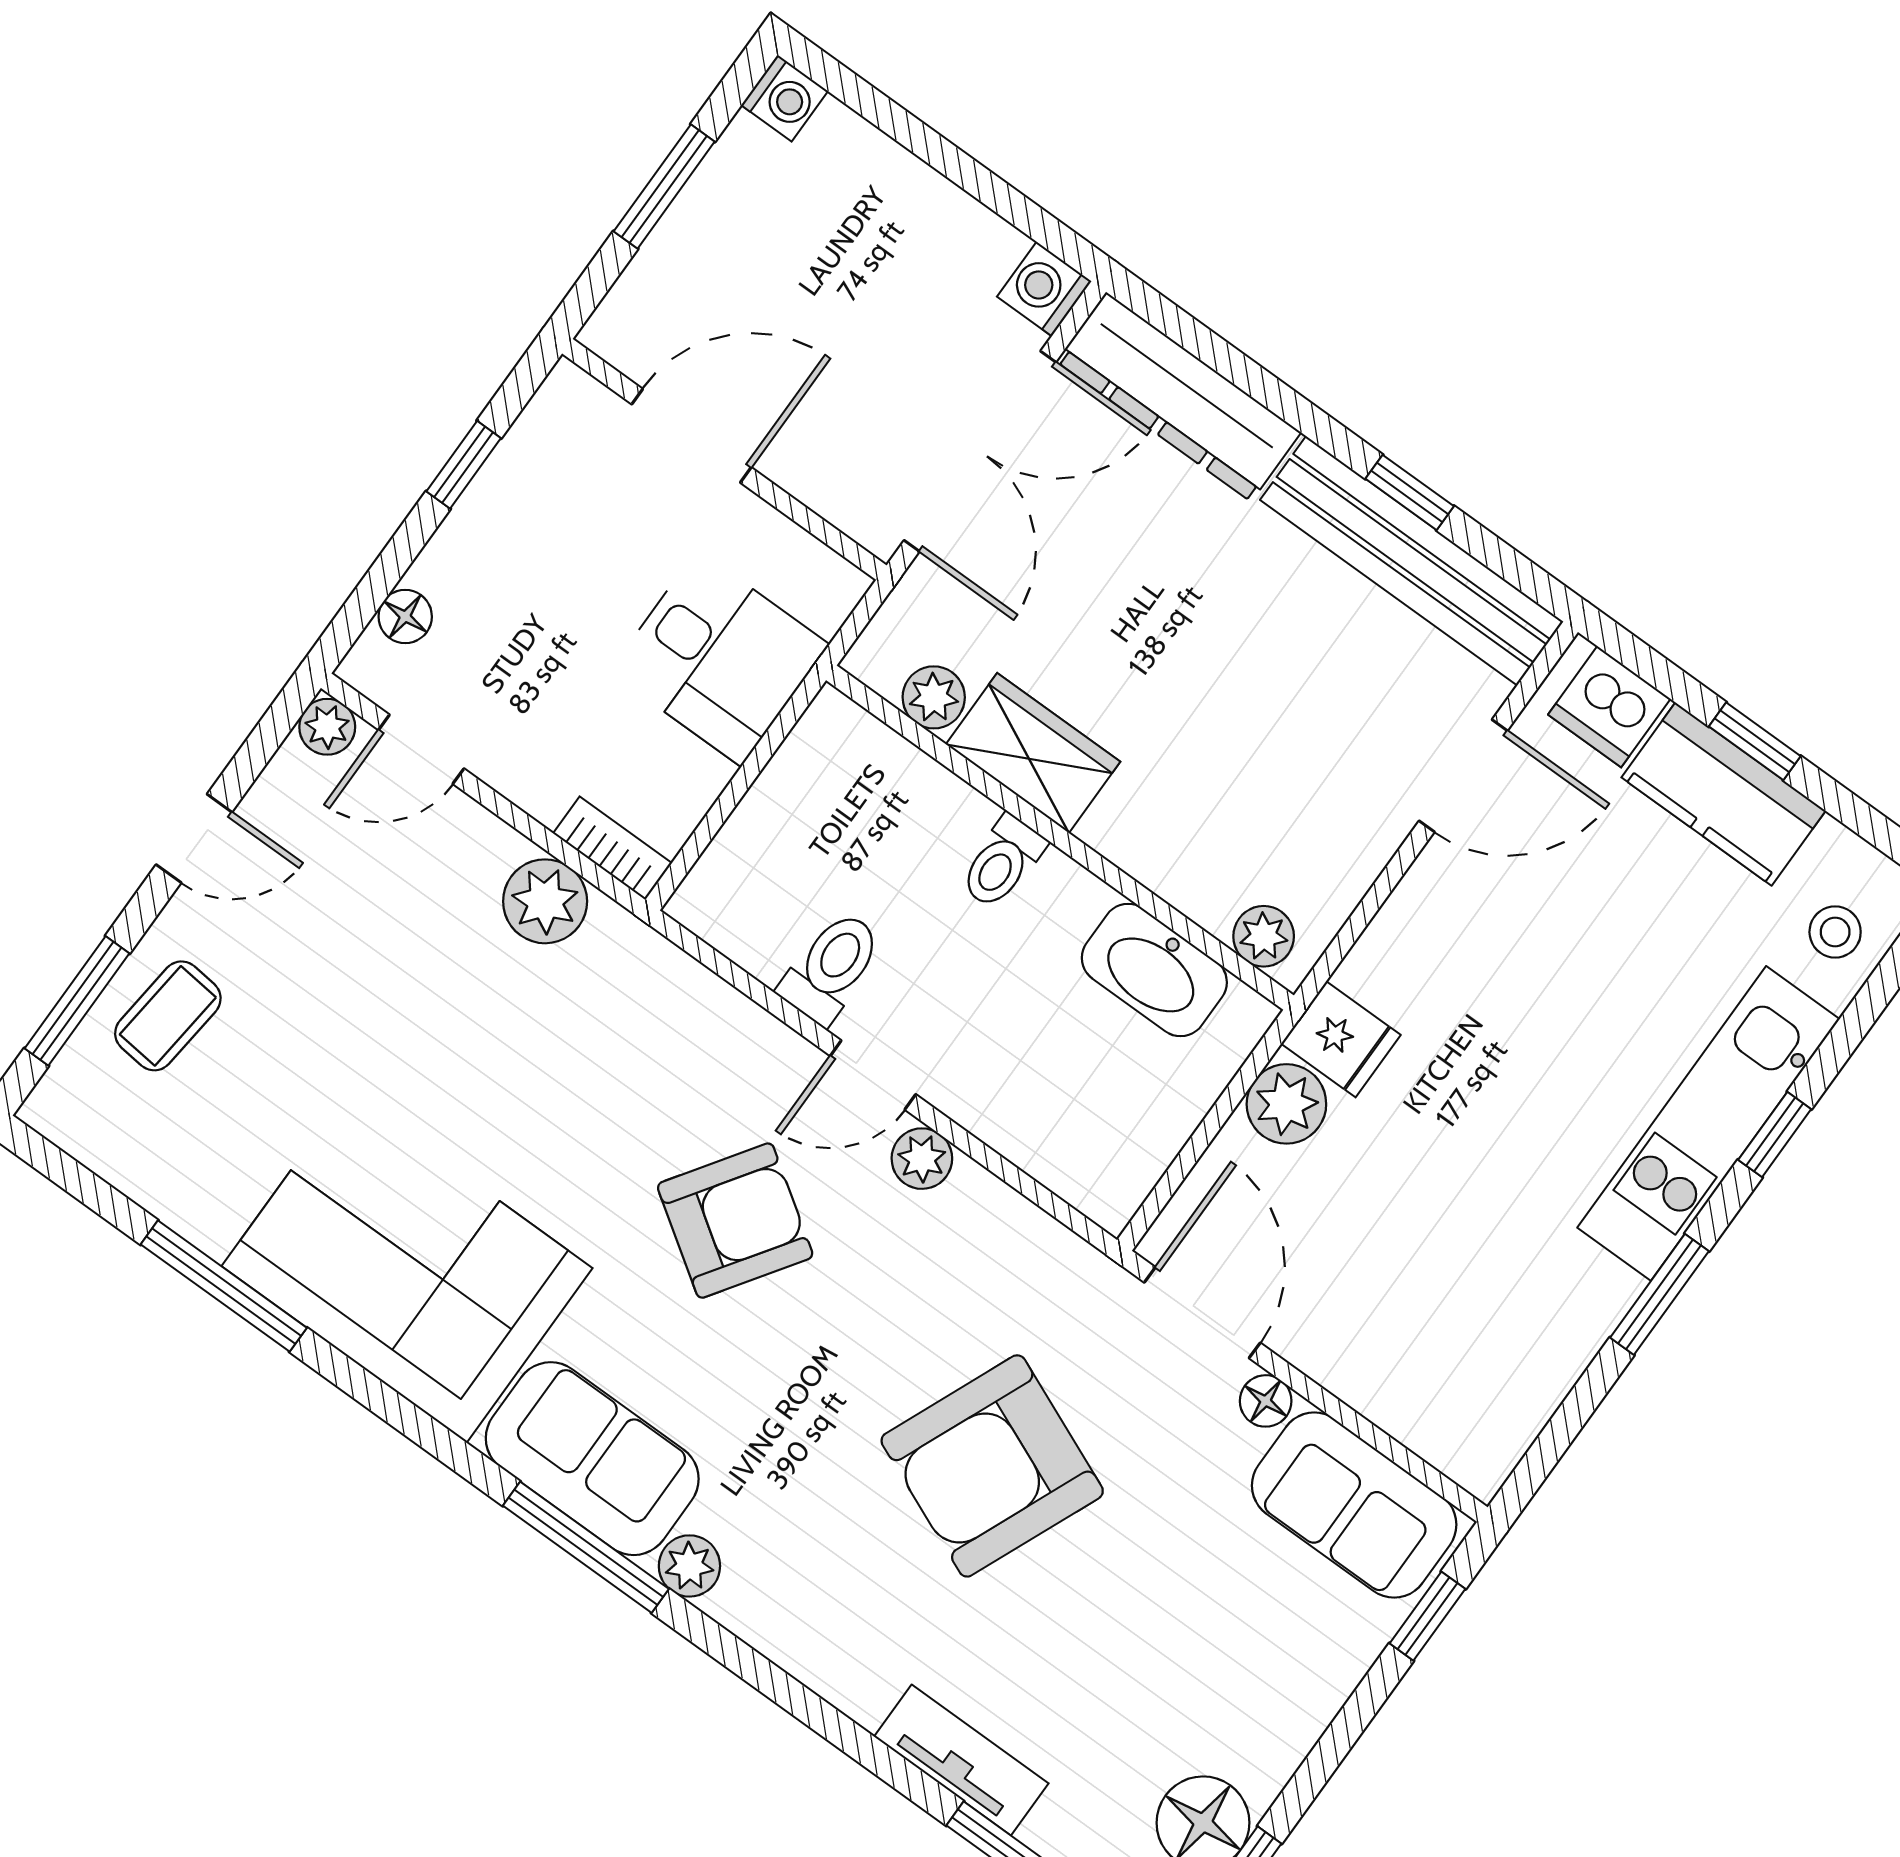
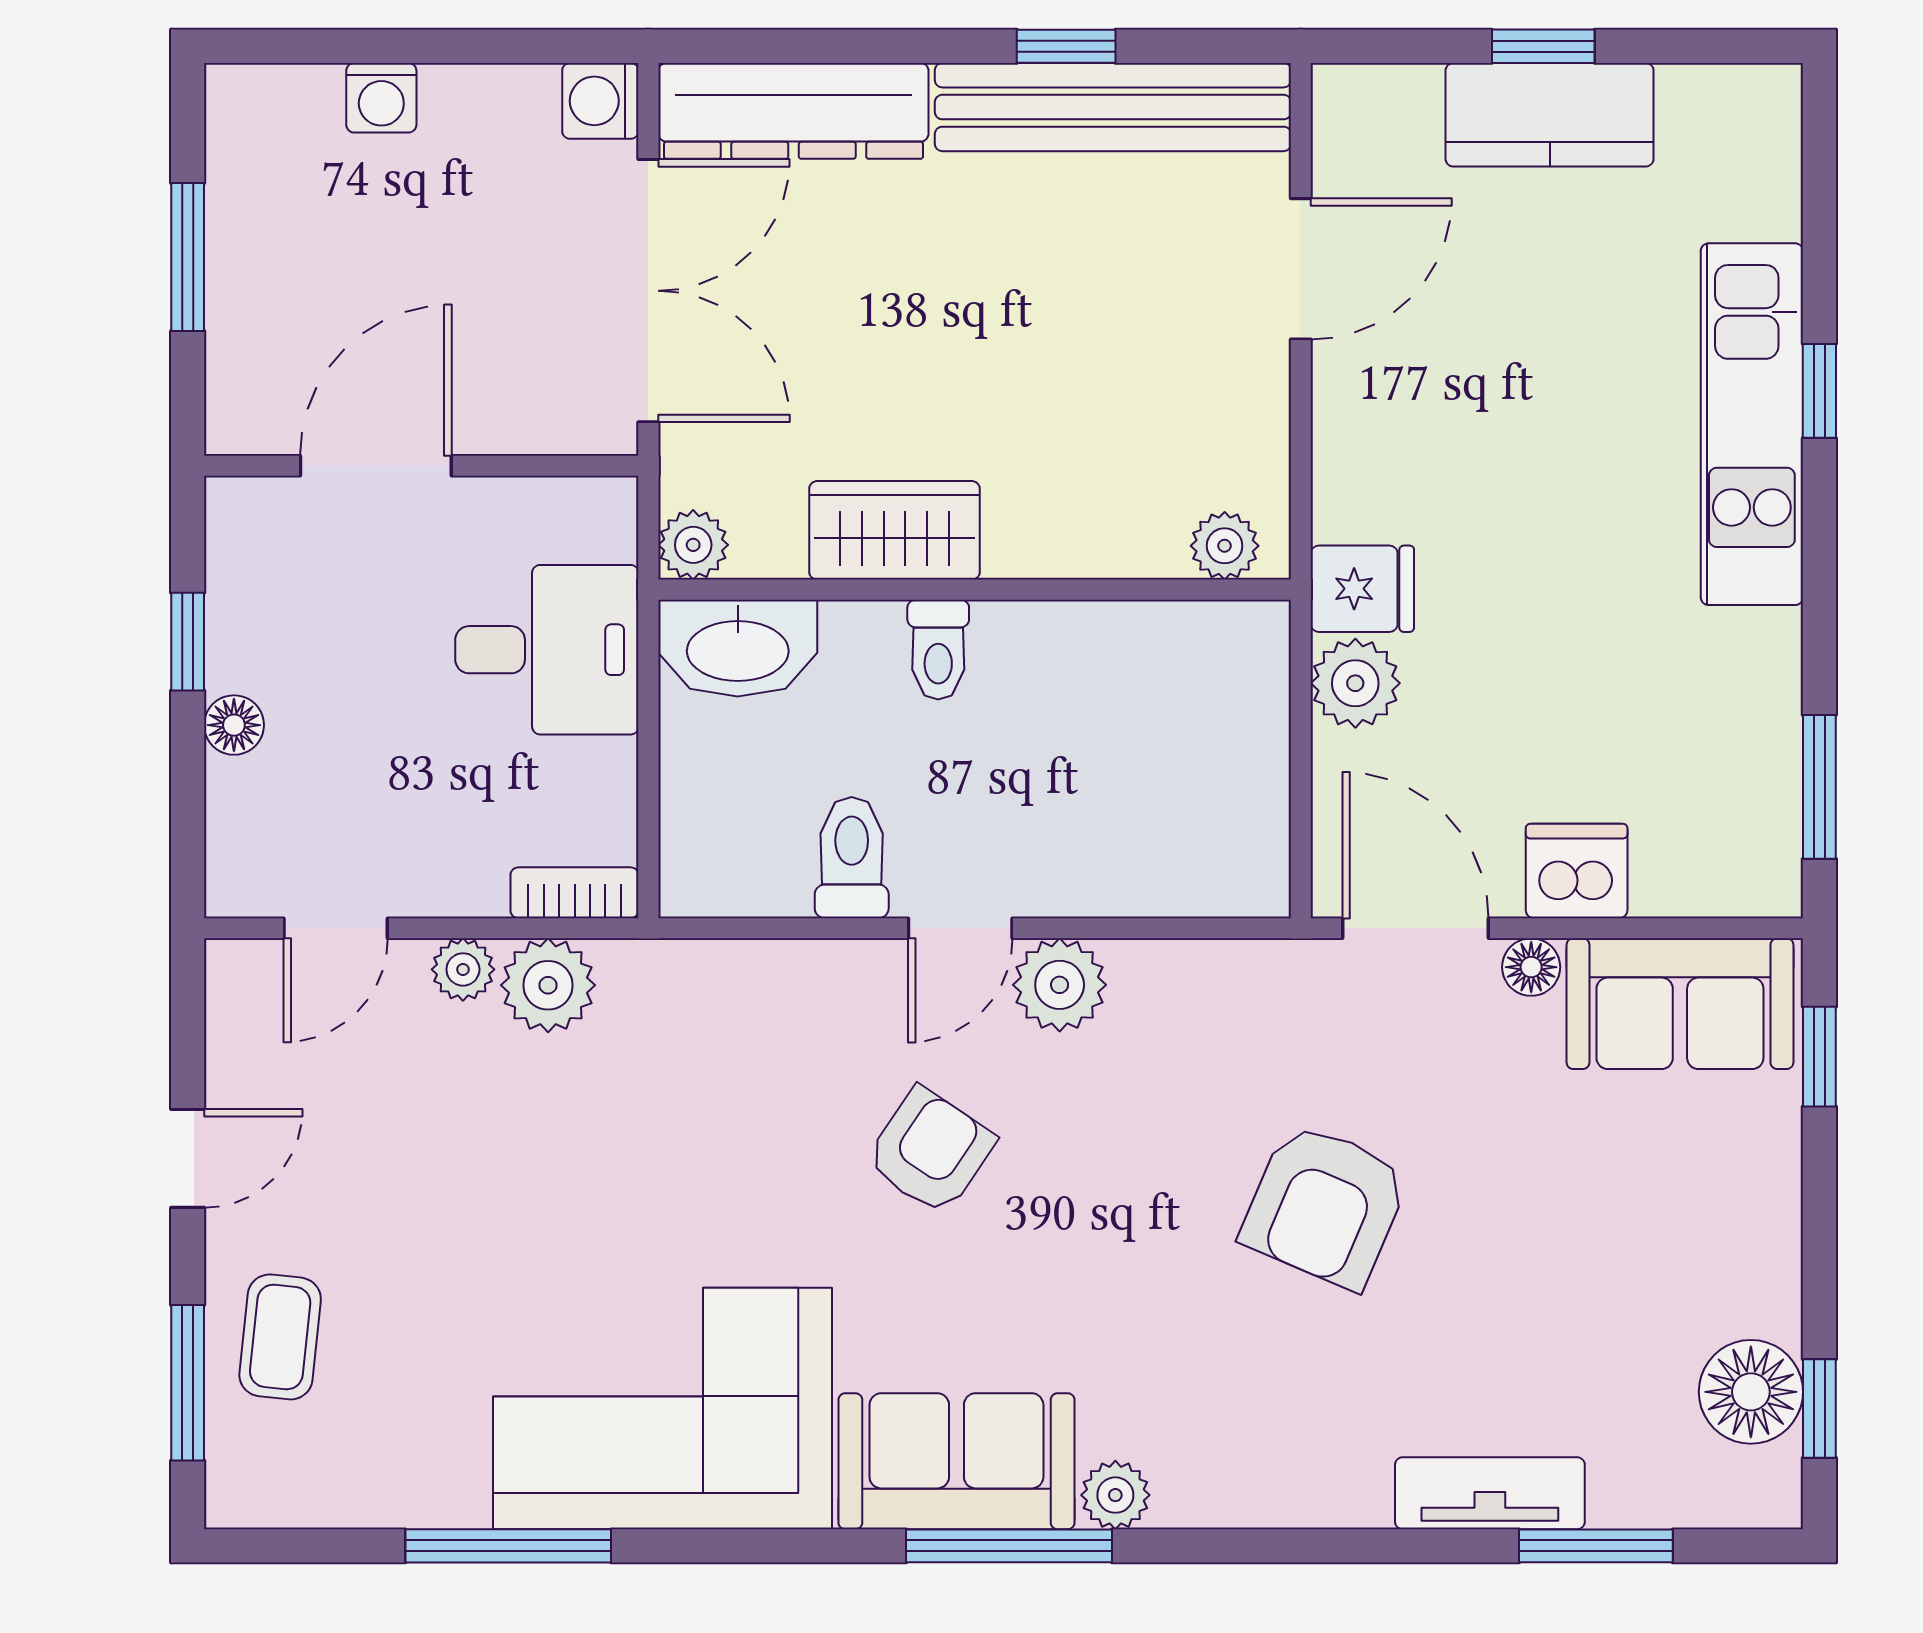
washing machine: (785, 98) -> (381, 98), moved, turned 90
floor lamp: (405, 616) -> (234, 725), moved
plant: (934, 697) -> (693, 545), moved
dishwasher: (1609, 707) -> (1577, 871), moved, turned 180
plant: (327, 727) -> (463, 969), moved
stool: (1835, 932) -> (1741, 167), removed
washbasin: (1154, 970) -> (738, 648), moved
plant: (922, 1159) -> (1060, 985), width x1.38, depth x1.38
armchair: (735, 1221) -> (930, 1151), width x0.72, depth x0.72
window: (1659, 1294) -> (1819, 787), moved
armchair: (992, 1466) -> (1325, 1206), width x0.73, depth x0.73

